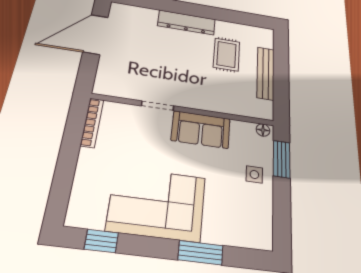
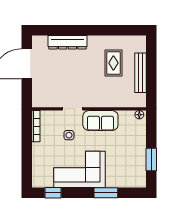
dresser: (187, 22) -> (68, 42), moved
window: (282, 159) -> (151, 159), moved
side table: (254, 174) -> (69, 135), moved

